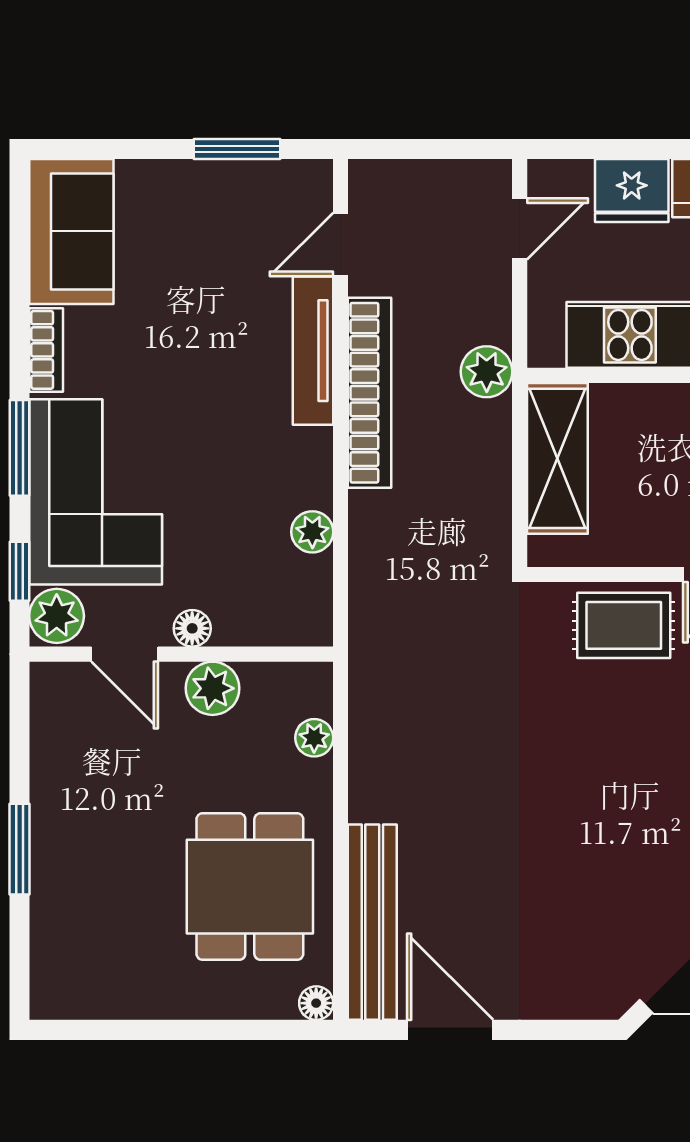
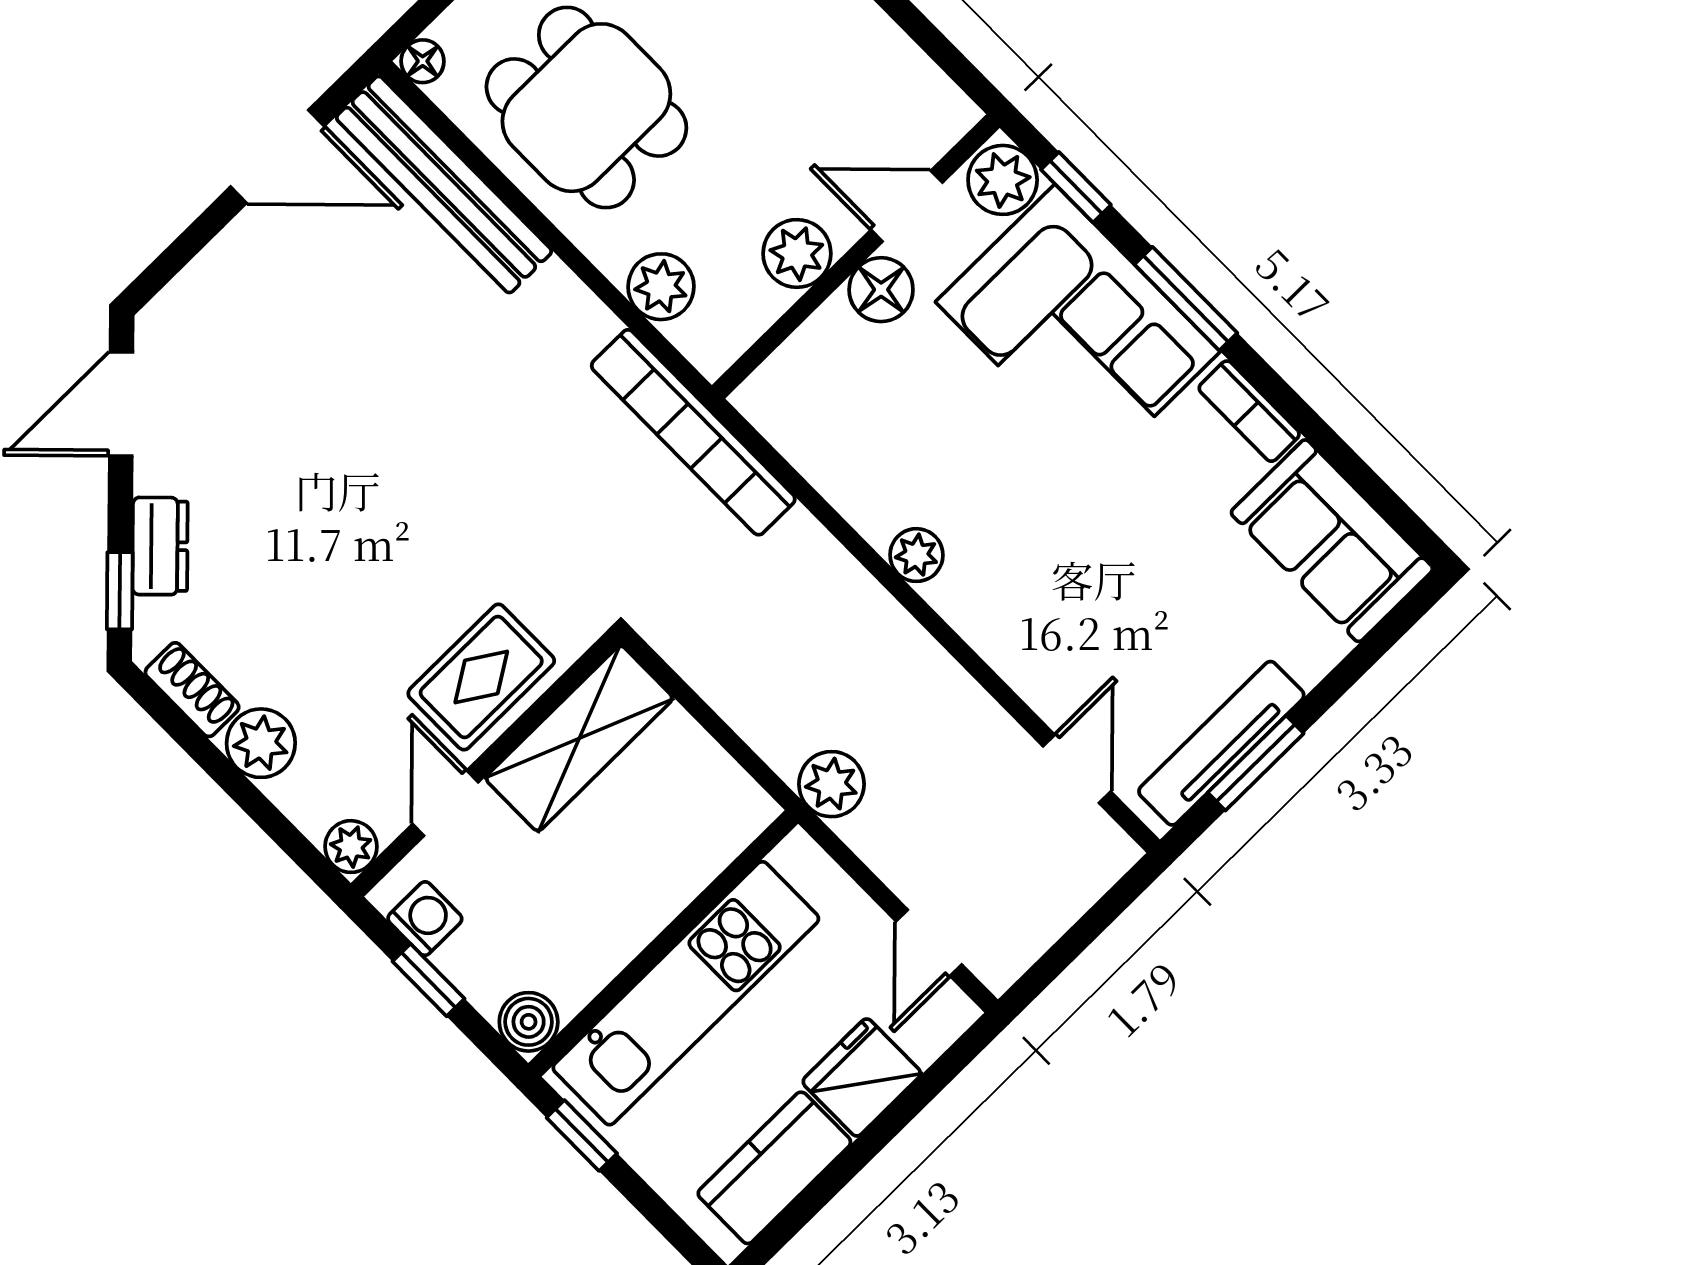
tv unit: (313, 351) -> (1221, 743), moved, turned -90
bookcase: (370, 393) -> (693, 432), moved
shelving: (557, 458) -> (579, 738), moved, turned 90
plant: (312, 532) -> (916, 555), moved
floor lamp: (192, 628) -> (881, 290), width x1.37, depth x1.37
plant: (314, 738) -> (661, 287), width x1.38, depth x1.38

